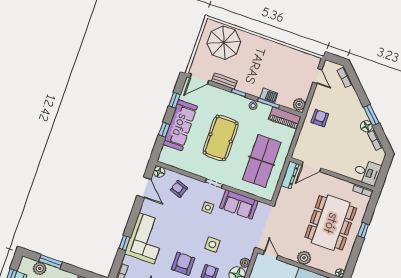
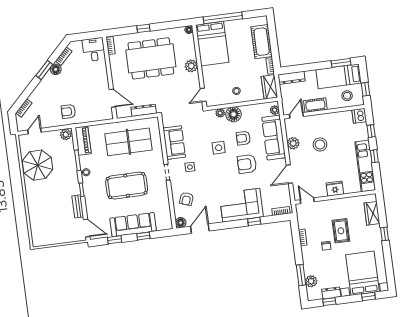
parasol: (224, 43) -> (37, 165), moved
barbecue: (269, 96) -> (71, 163), removed
dresser: (290, 175) -> (144, 110), moved

